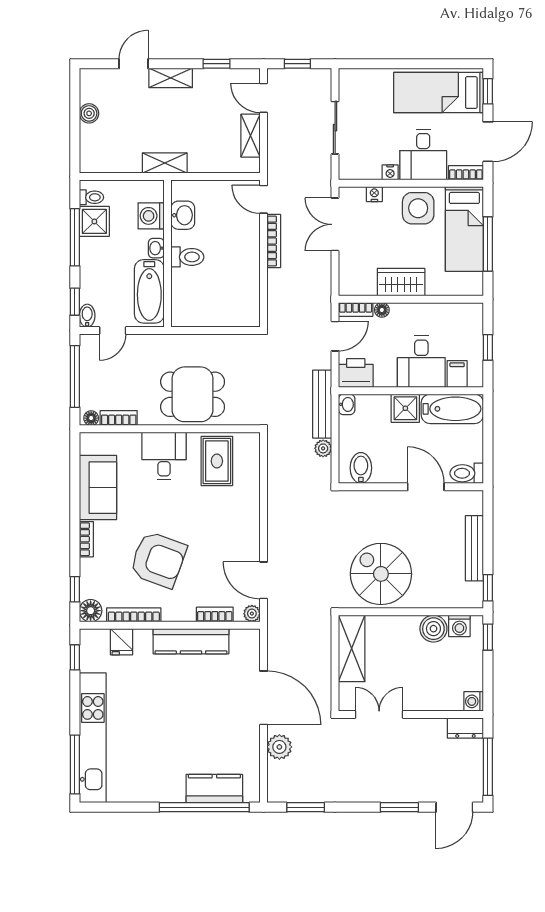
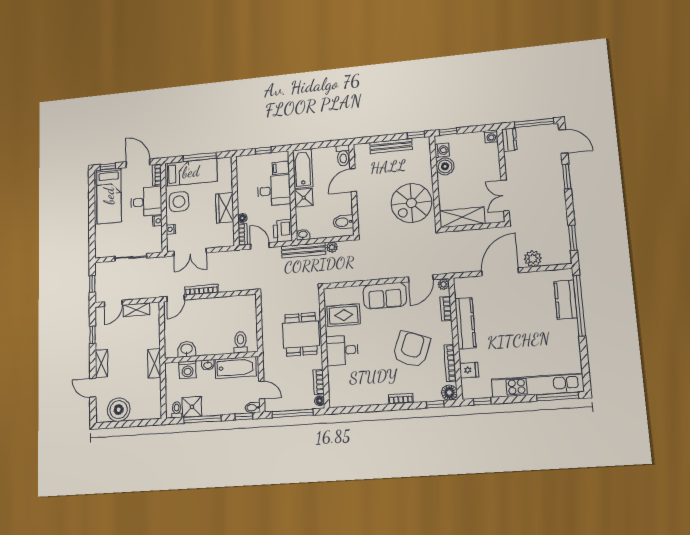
boiler: (89, 113) -> (119, 410), width x1.86, depth x1.86
toilet: (187, 257) -> (241, 342), moved
sofa: (98, 488) -> (385, 296), moved, turned 180

